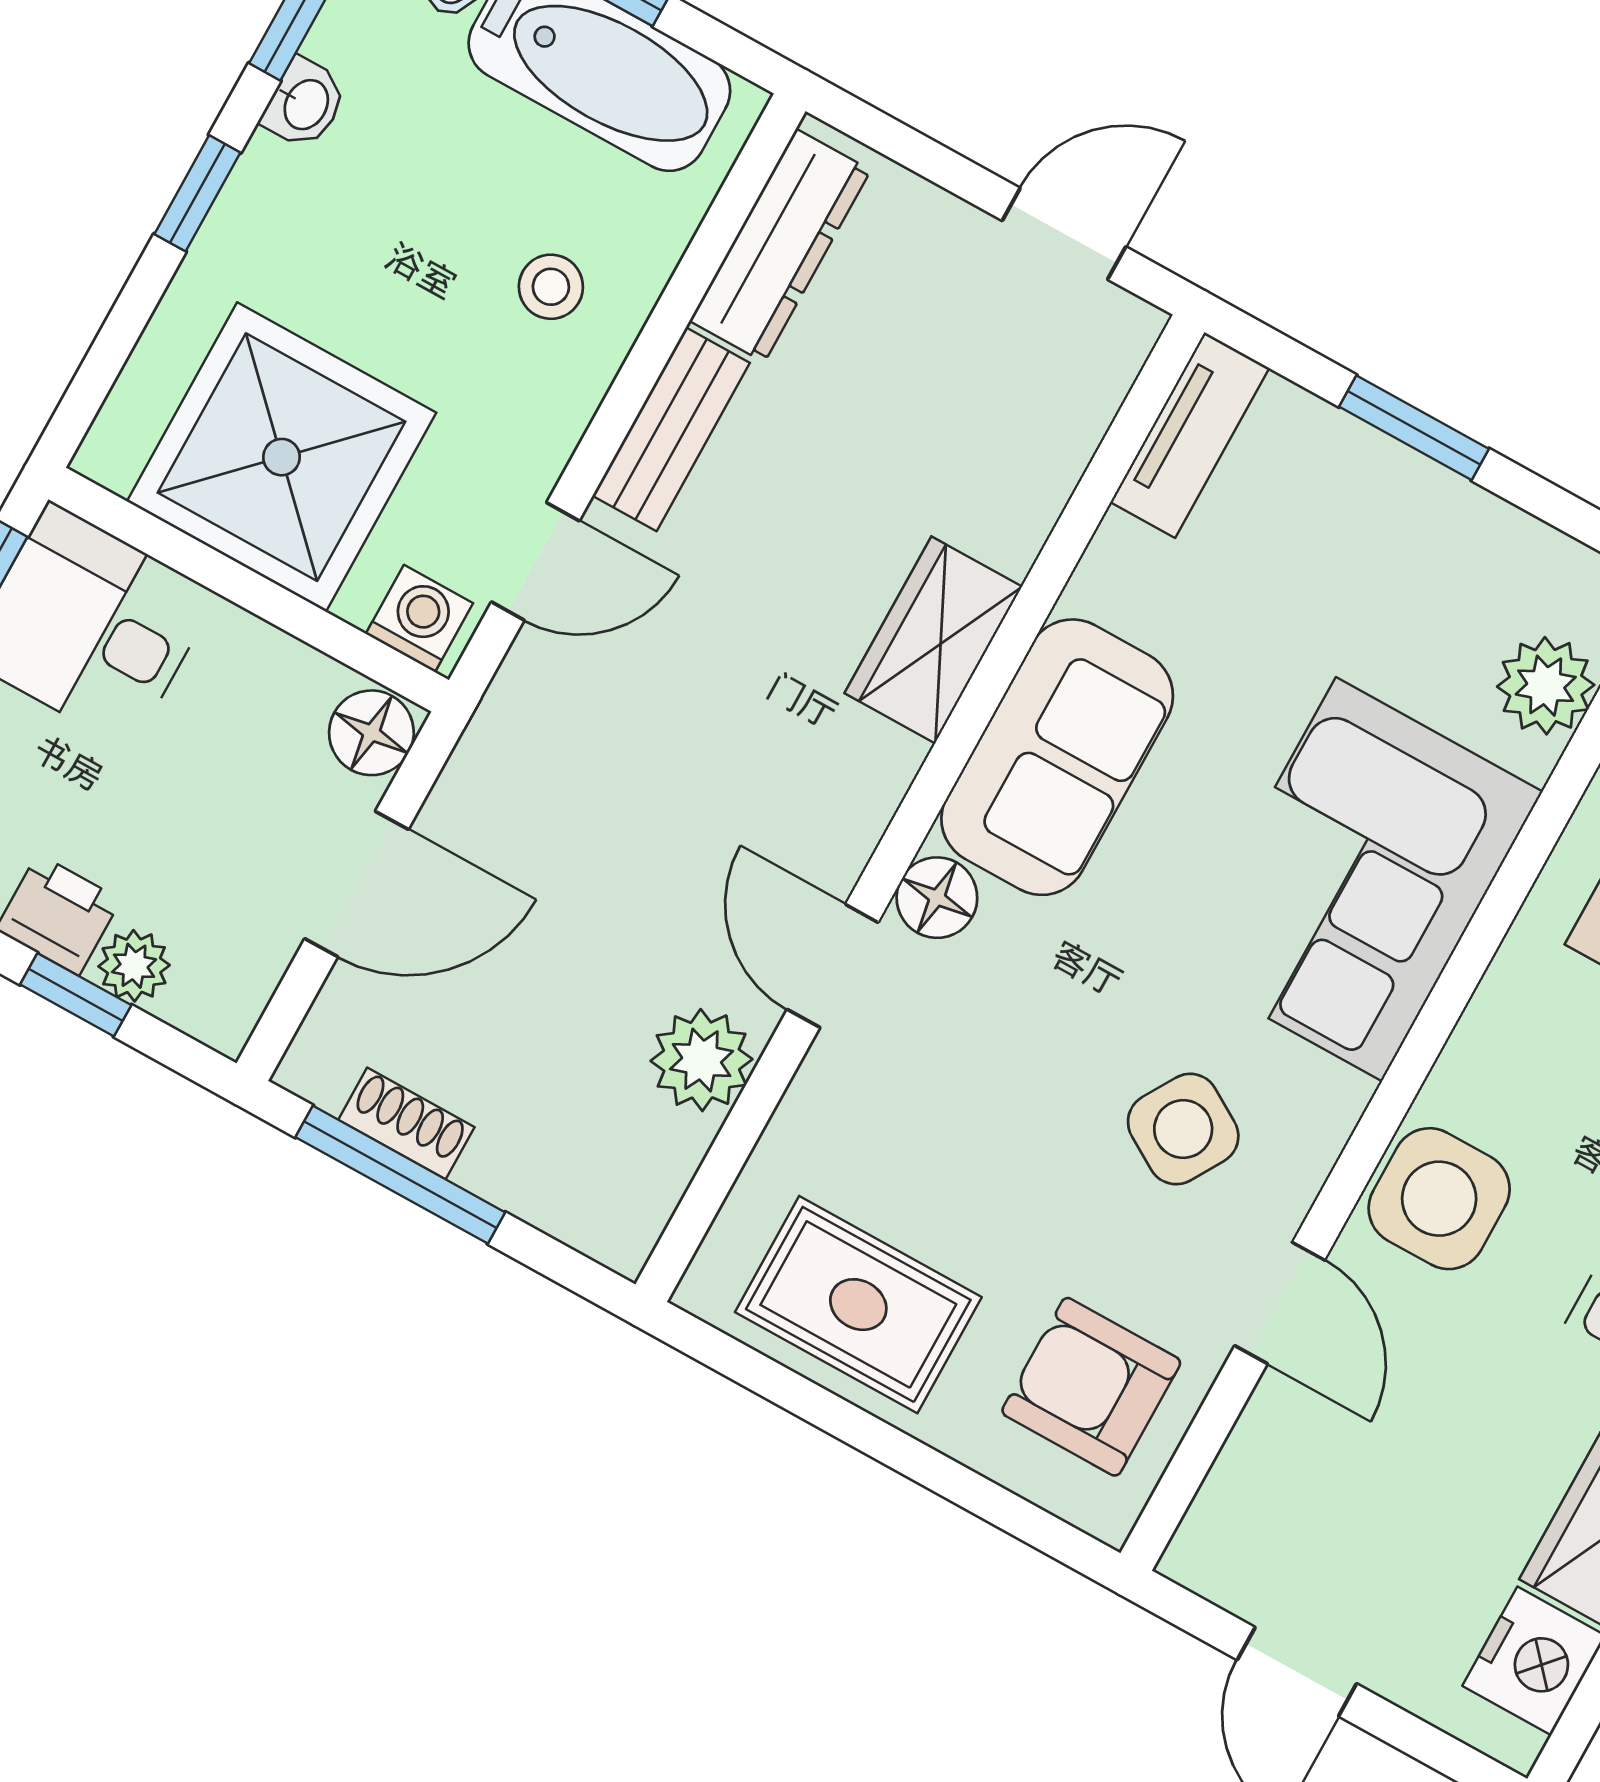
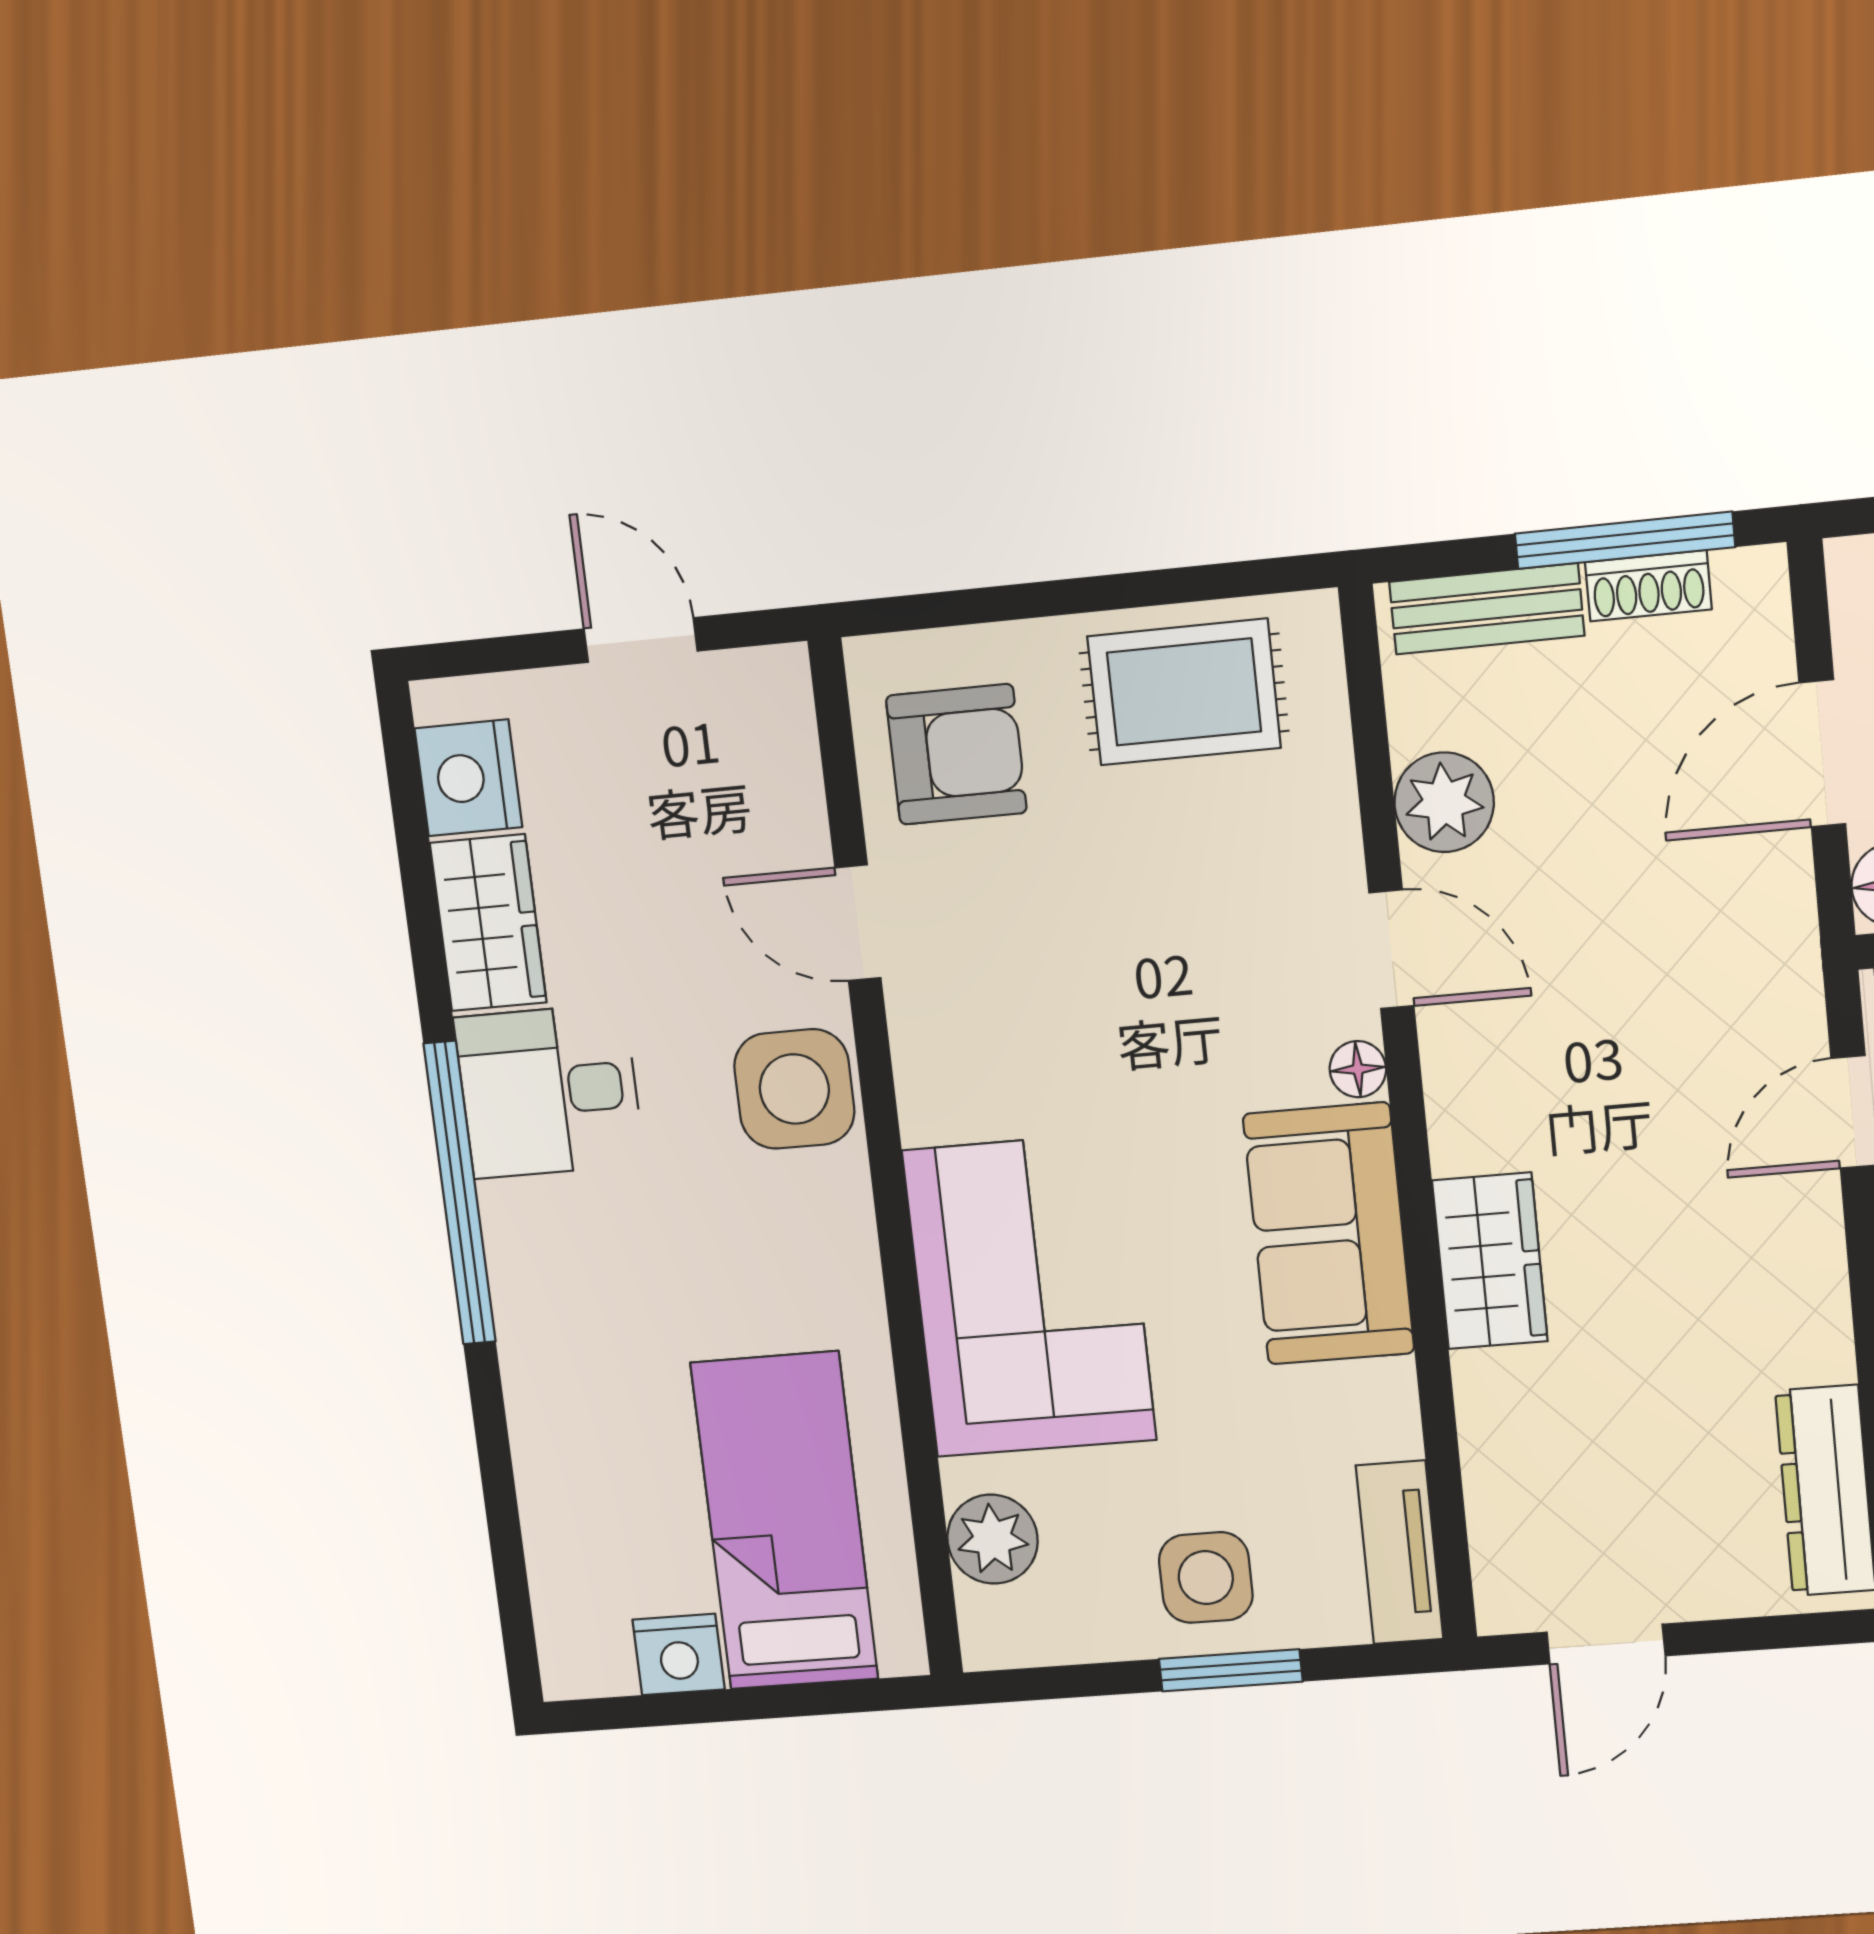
bench: (671, 429) -> (1487, 609), moved, turned 90
floor lamp: (937, 898) -> (1358, 1069), width x0.73, depth x0.73
side table: (1183, 1129) -> (1206, 1578), moved, turned -31

